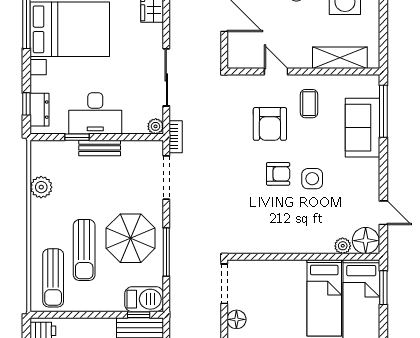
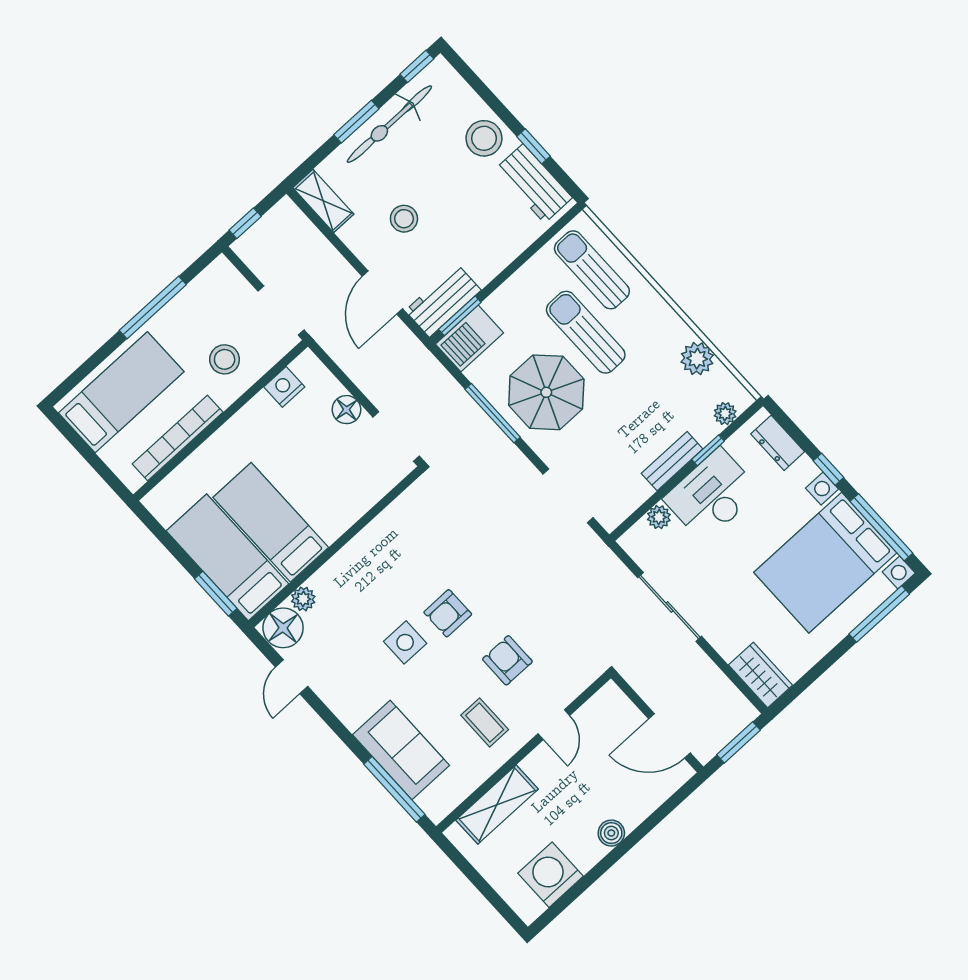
door: (276, 72) -> (554, 725), hinge flipped
window: (26, 104) -> (828, 469), moved
armchair: (270, 124) -> (507, 660), width x0.72, depth x0.72
plant: (156, 126) -> (659, 517), moved
bookcase: (176, 137) -> (599, 551), removed
plant: (52, 148) -> (725, 414), added
door: (383, 213) -> (292, 677), hinge flipped
window: (139, 315) -> (460, 316), width x1.50

